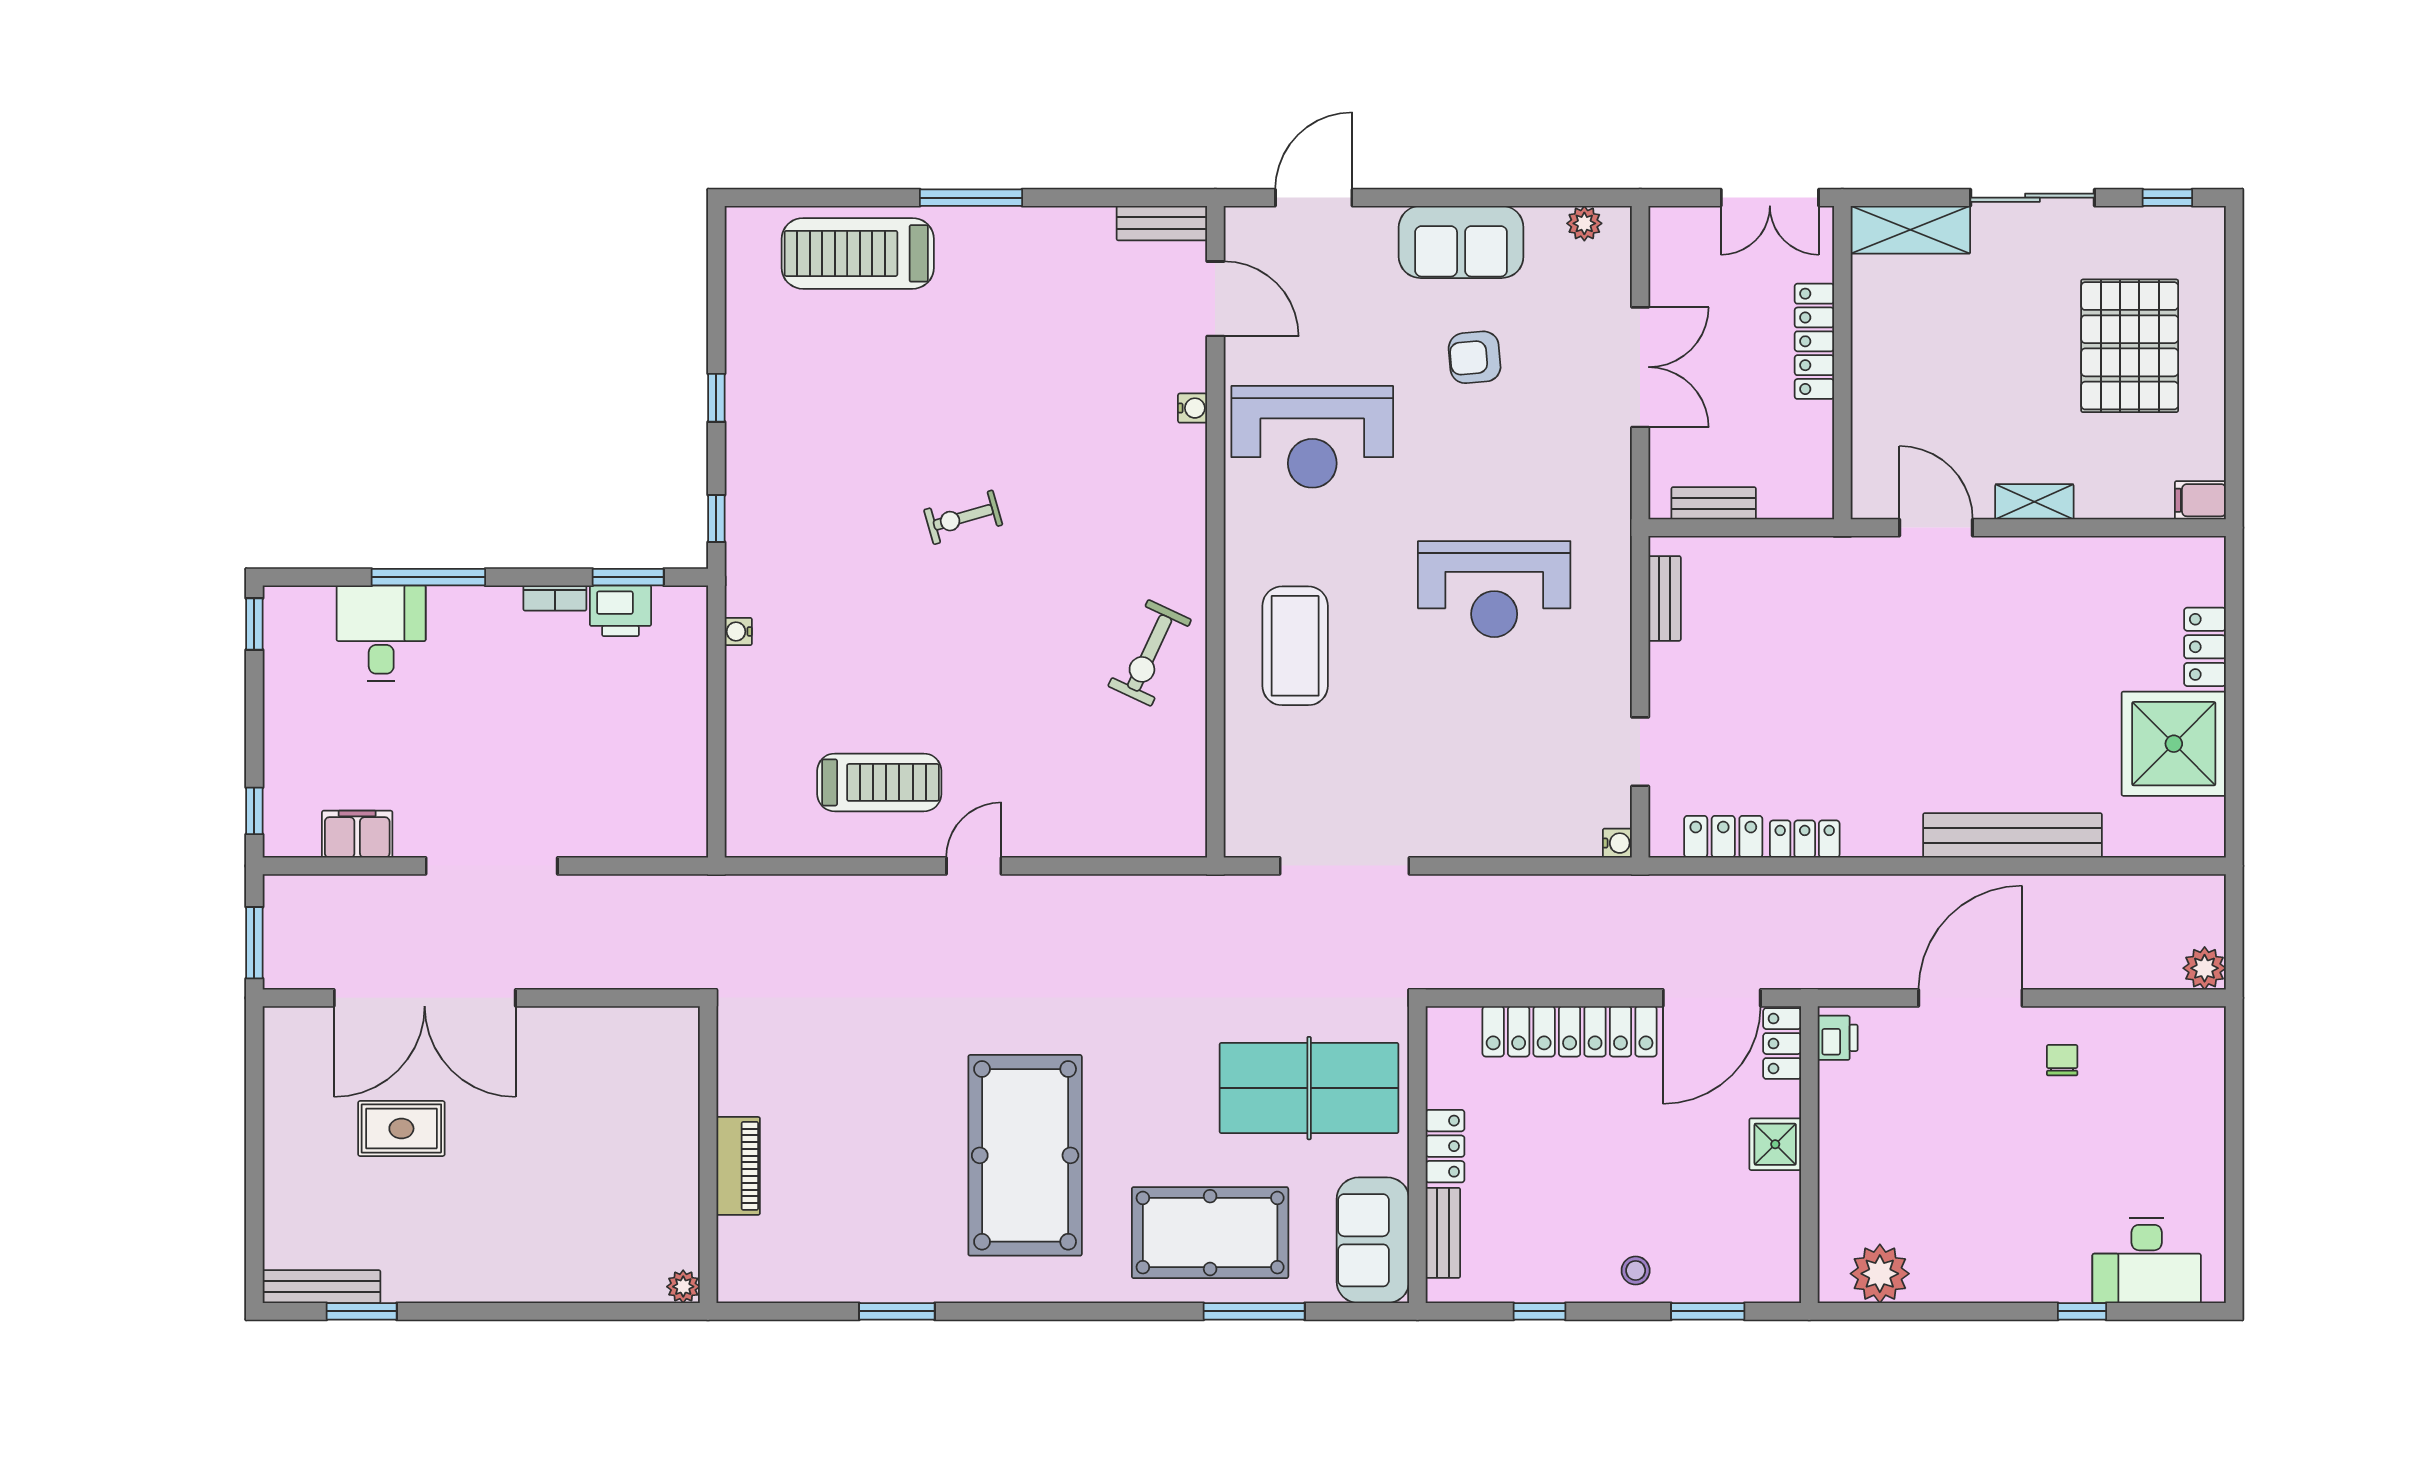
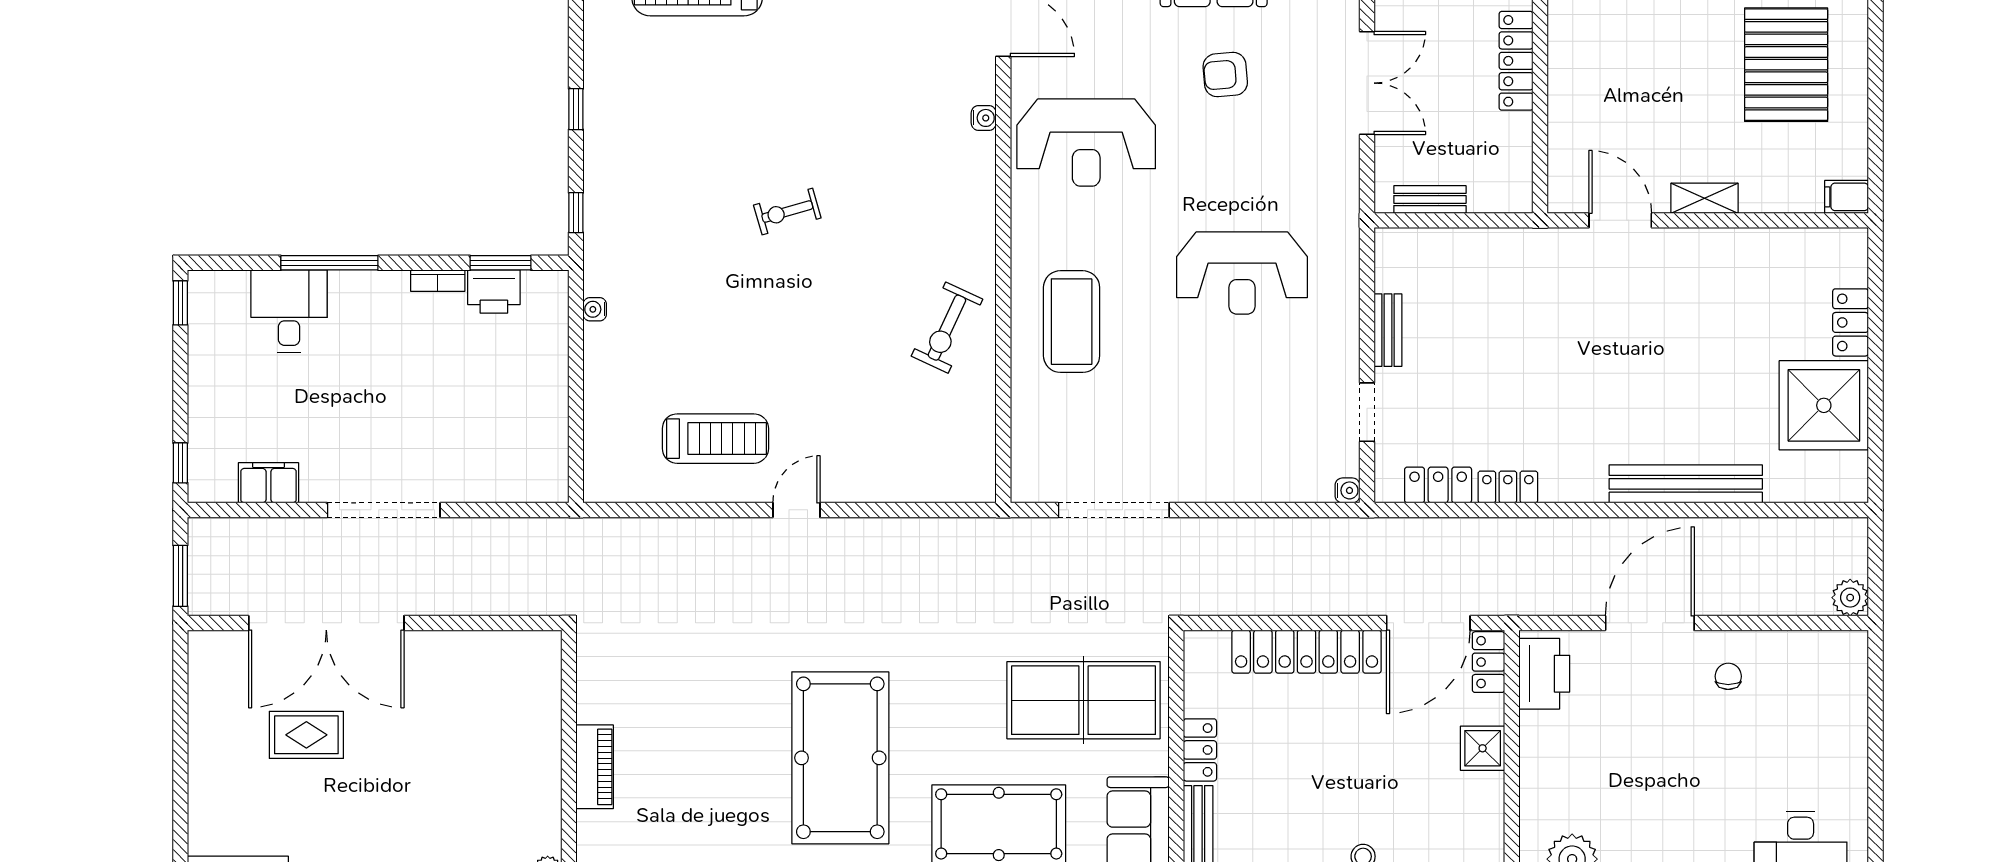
bench: (1665, 598) -> (1388, 330), moved
printer: (1838, 1038) -> (1544, 674), width x1.87, depth x1.48

